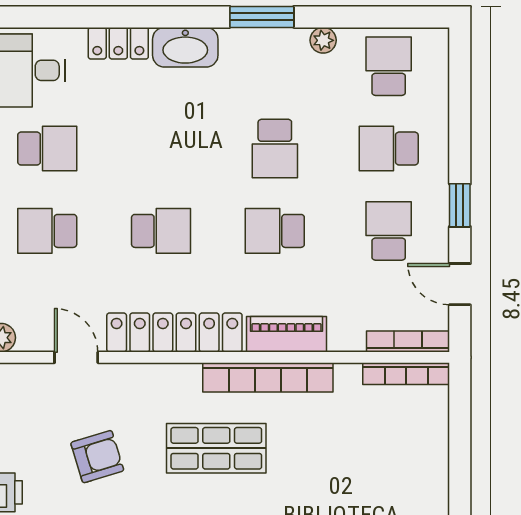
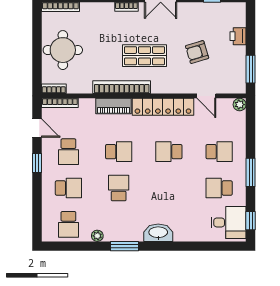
locker: (118, 43) -> (188, 234), removed
bookcase: (406, 374) -> (54, 89), width x0.64
round table: (401, 461) -> (63, 50), added

